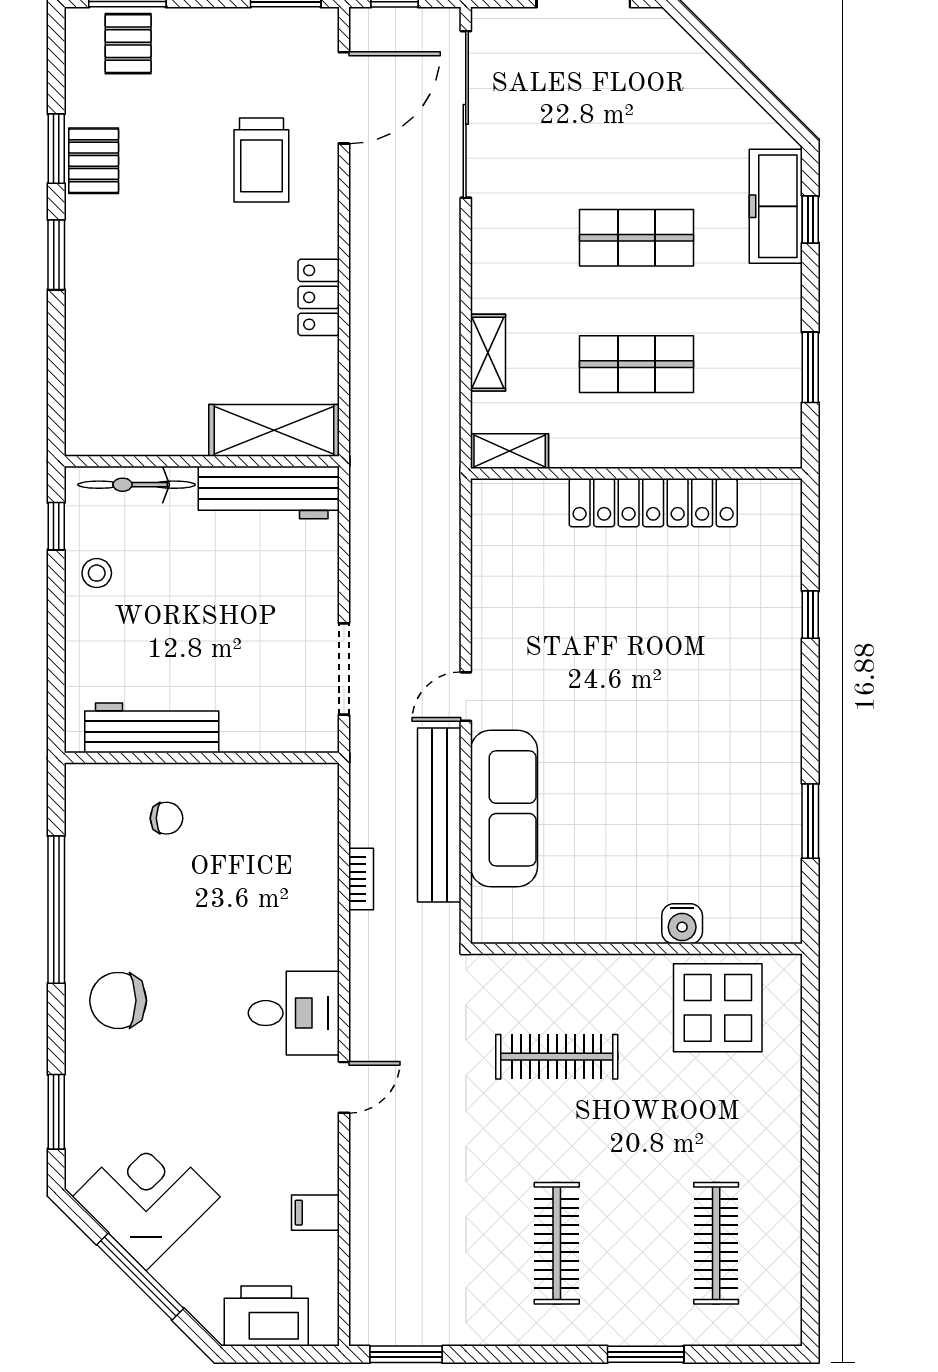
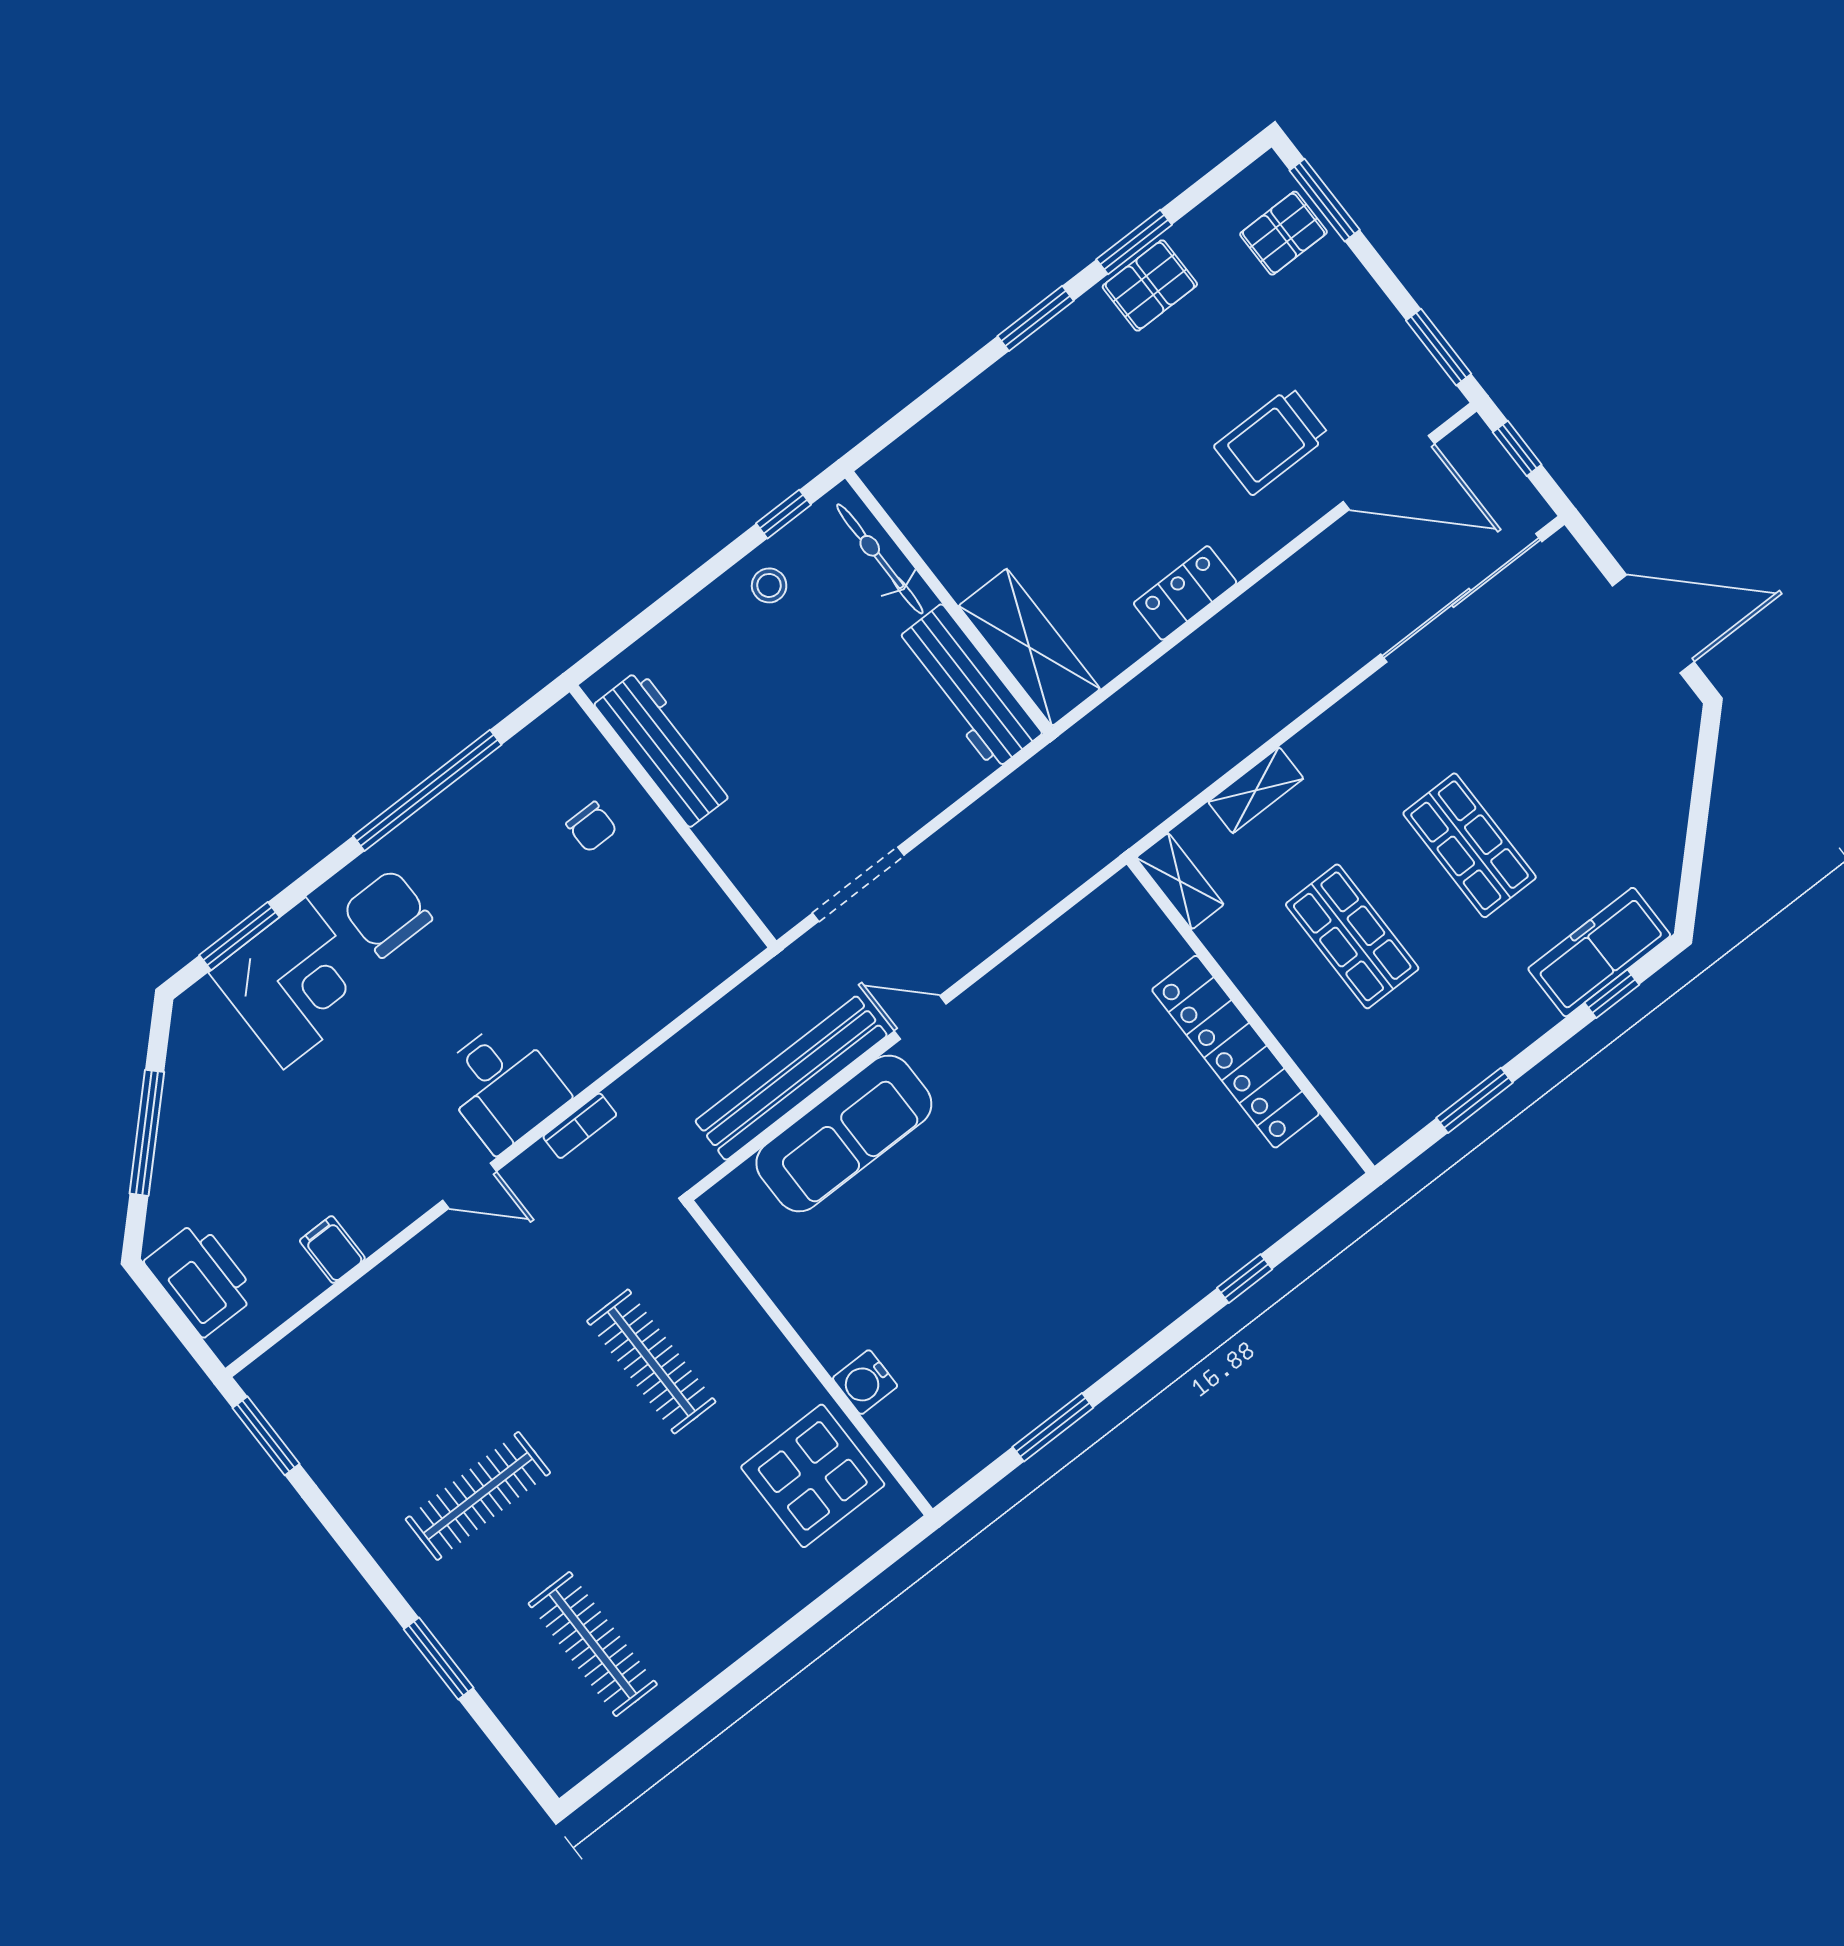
bookcase: (361, 879) -> (580, 1126), moved
corner desk: (146, 1197) -> (295, 983), moved, turned 45
clothes rail: (716, 1243) -> (593, 1644), turned 90

